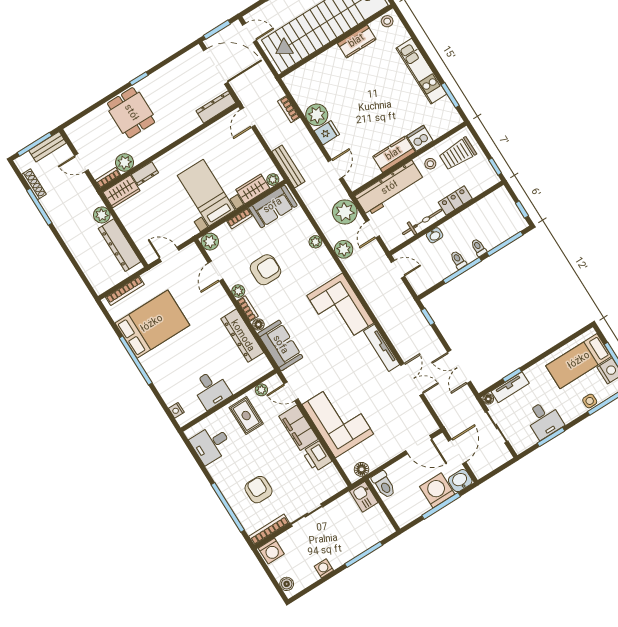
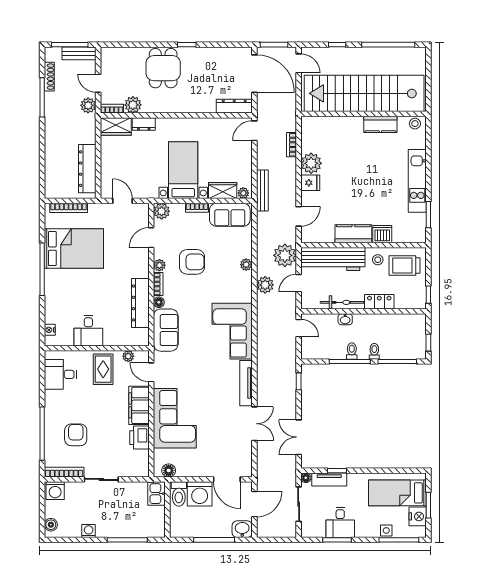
plant: (102, 215) -> (88, 105), moved
washing machine: (437, 490) -> (200, 494), moved, turned 180

